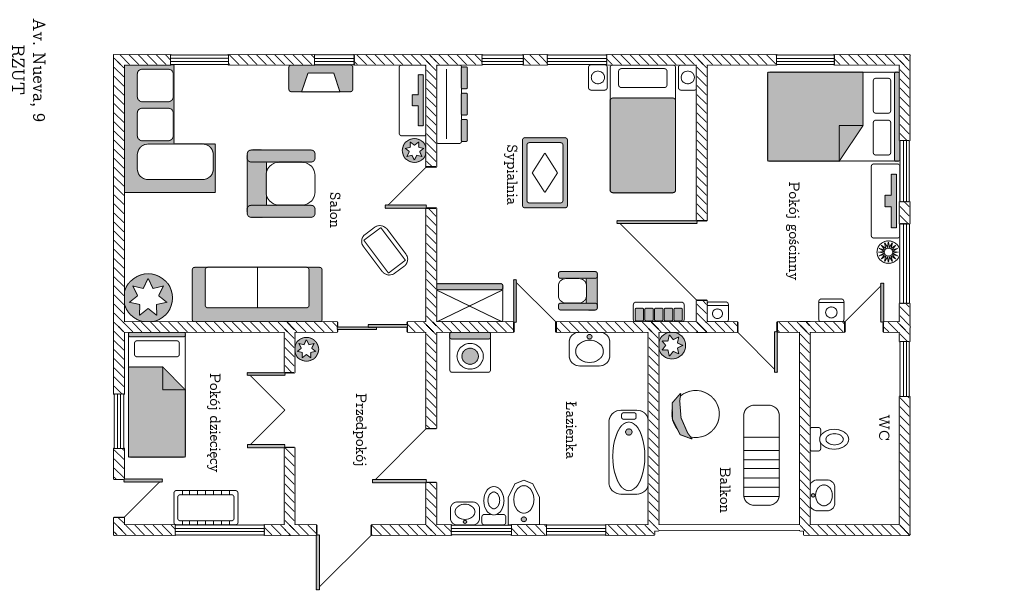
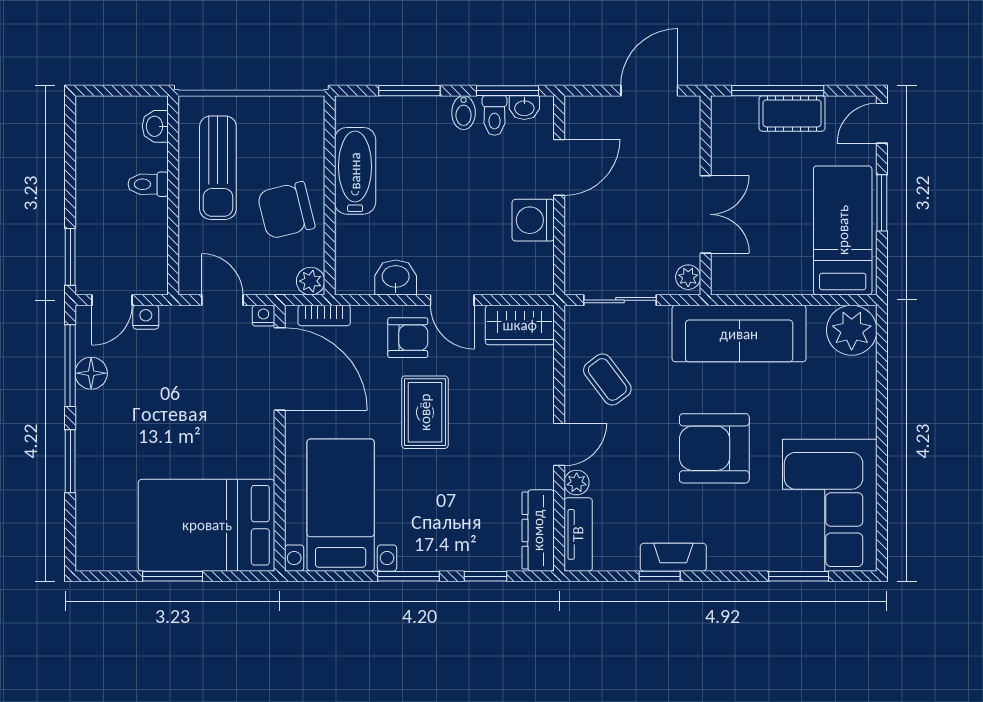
bed: (834, 117) -> (207, 525), moved, turned 180
rug: (545, 173) -> (425, 412), moved
tv unit: (886, 201) -> (90, 430), removed
floor lamp: (888, 252) -> (91, 373), width x1.37, depth x1.37
washing machine: (470, 352) -> (533, 220), moved, turned -90
bidet: (524, 503) -> (464, 113), width x0.72, depth x0.74

